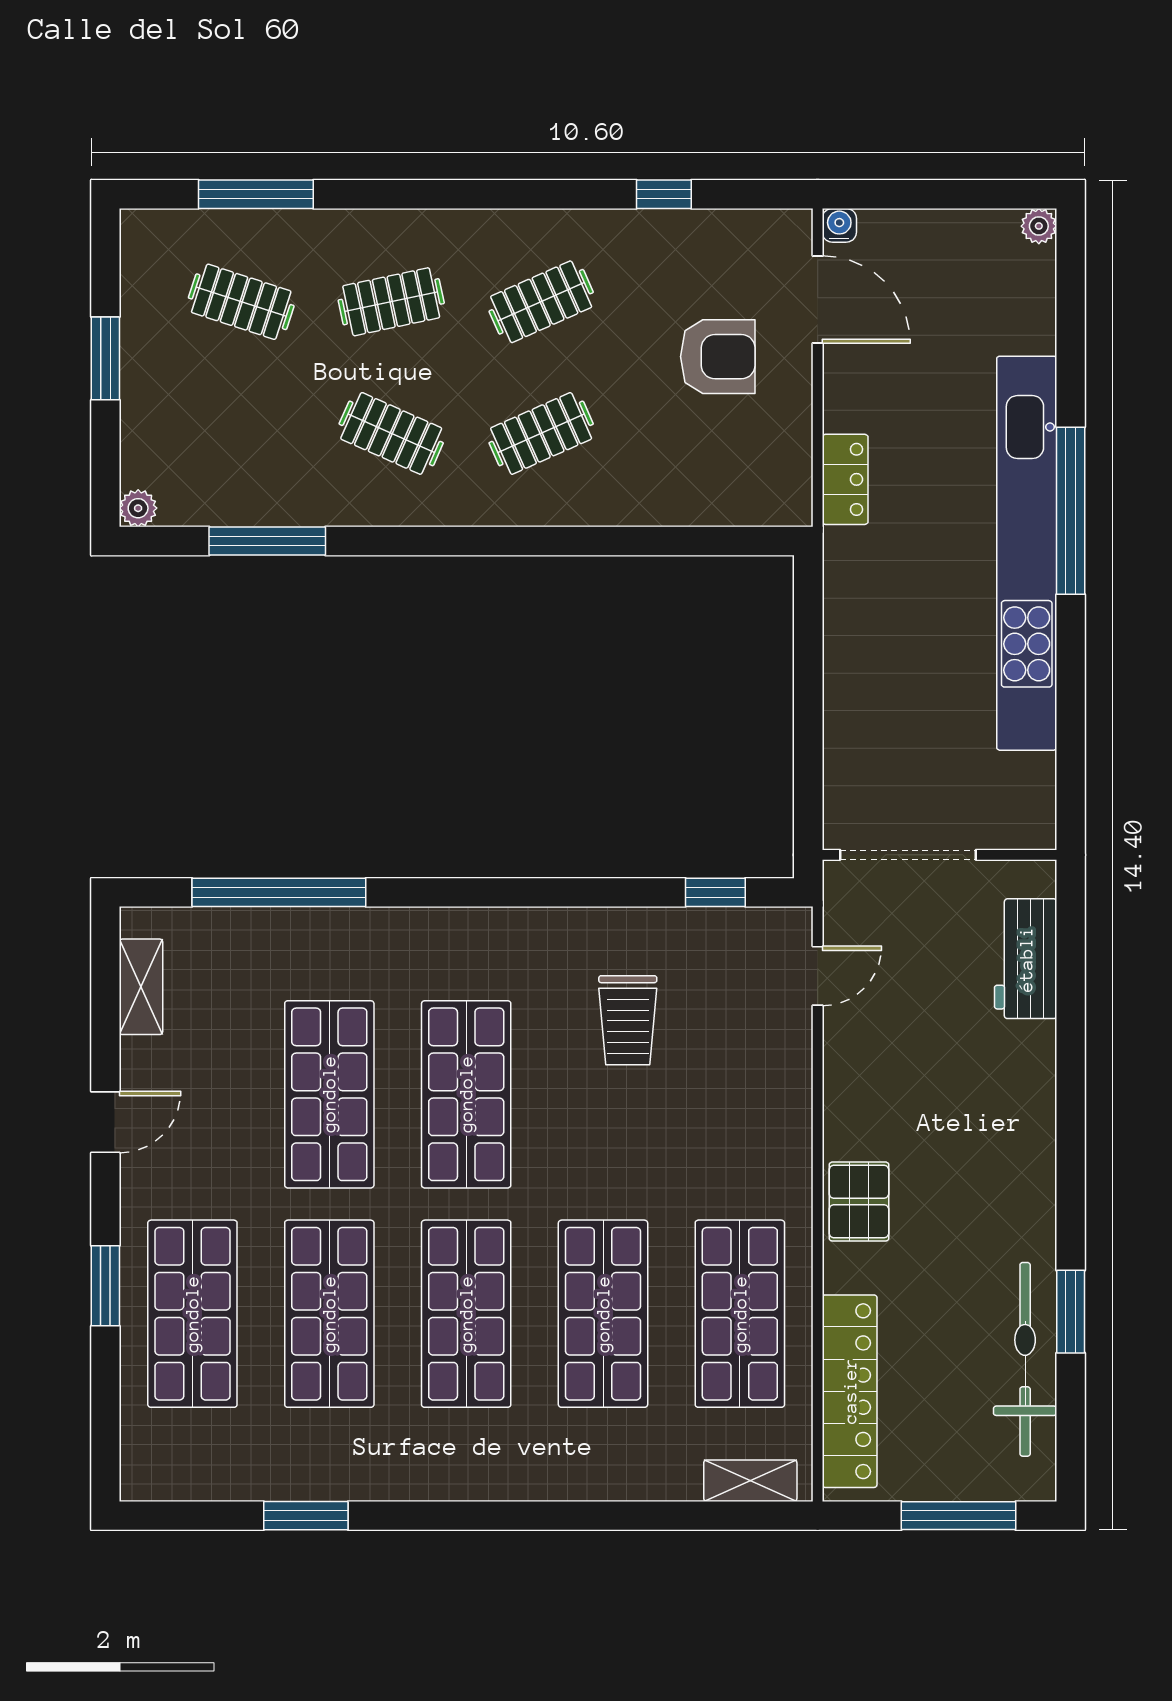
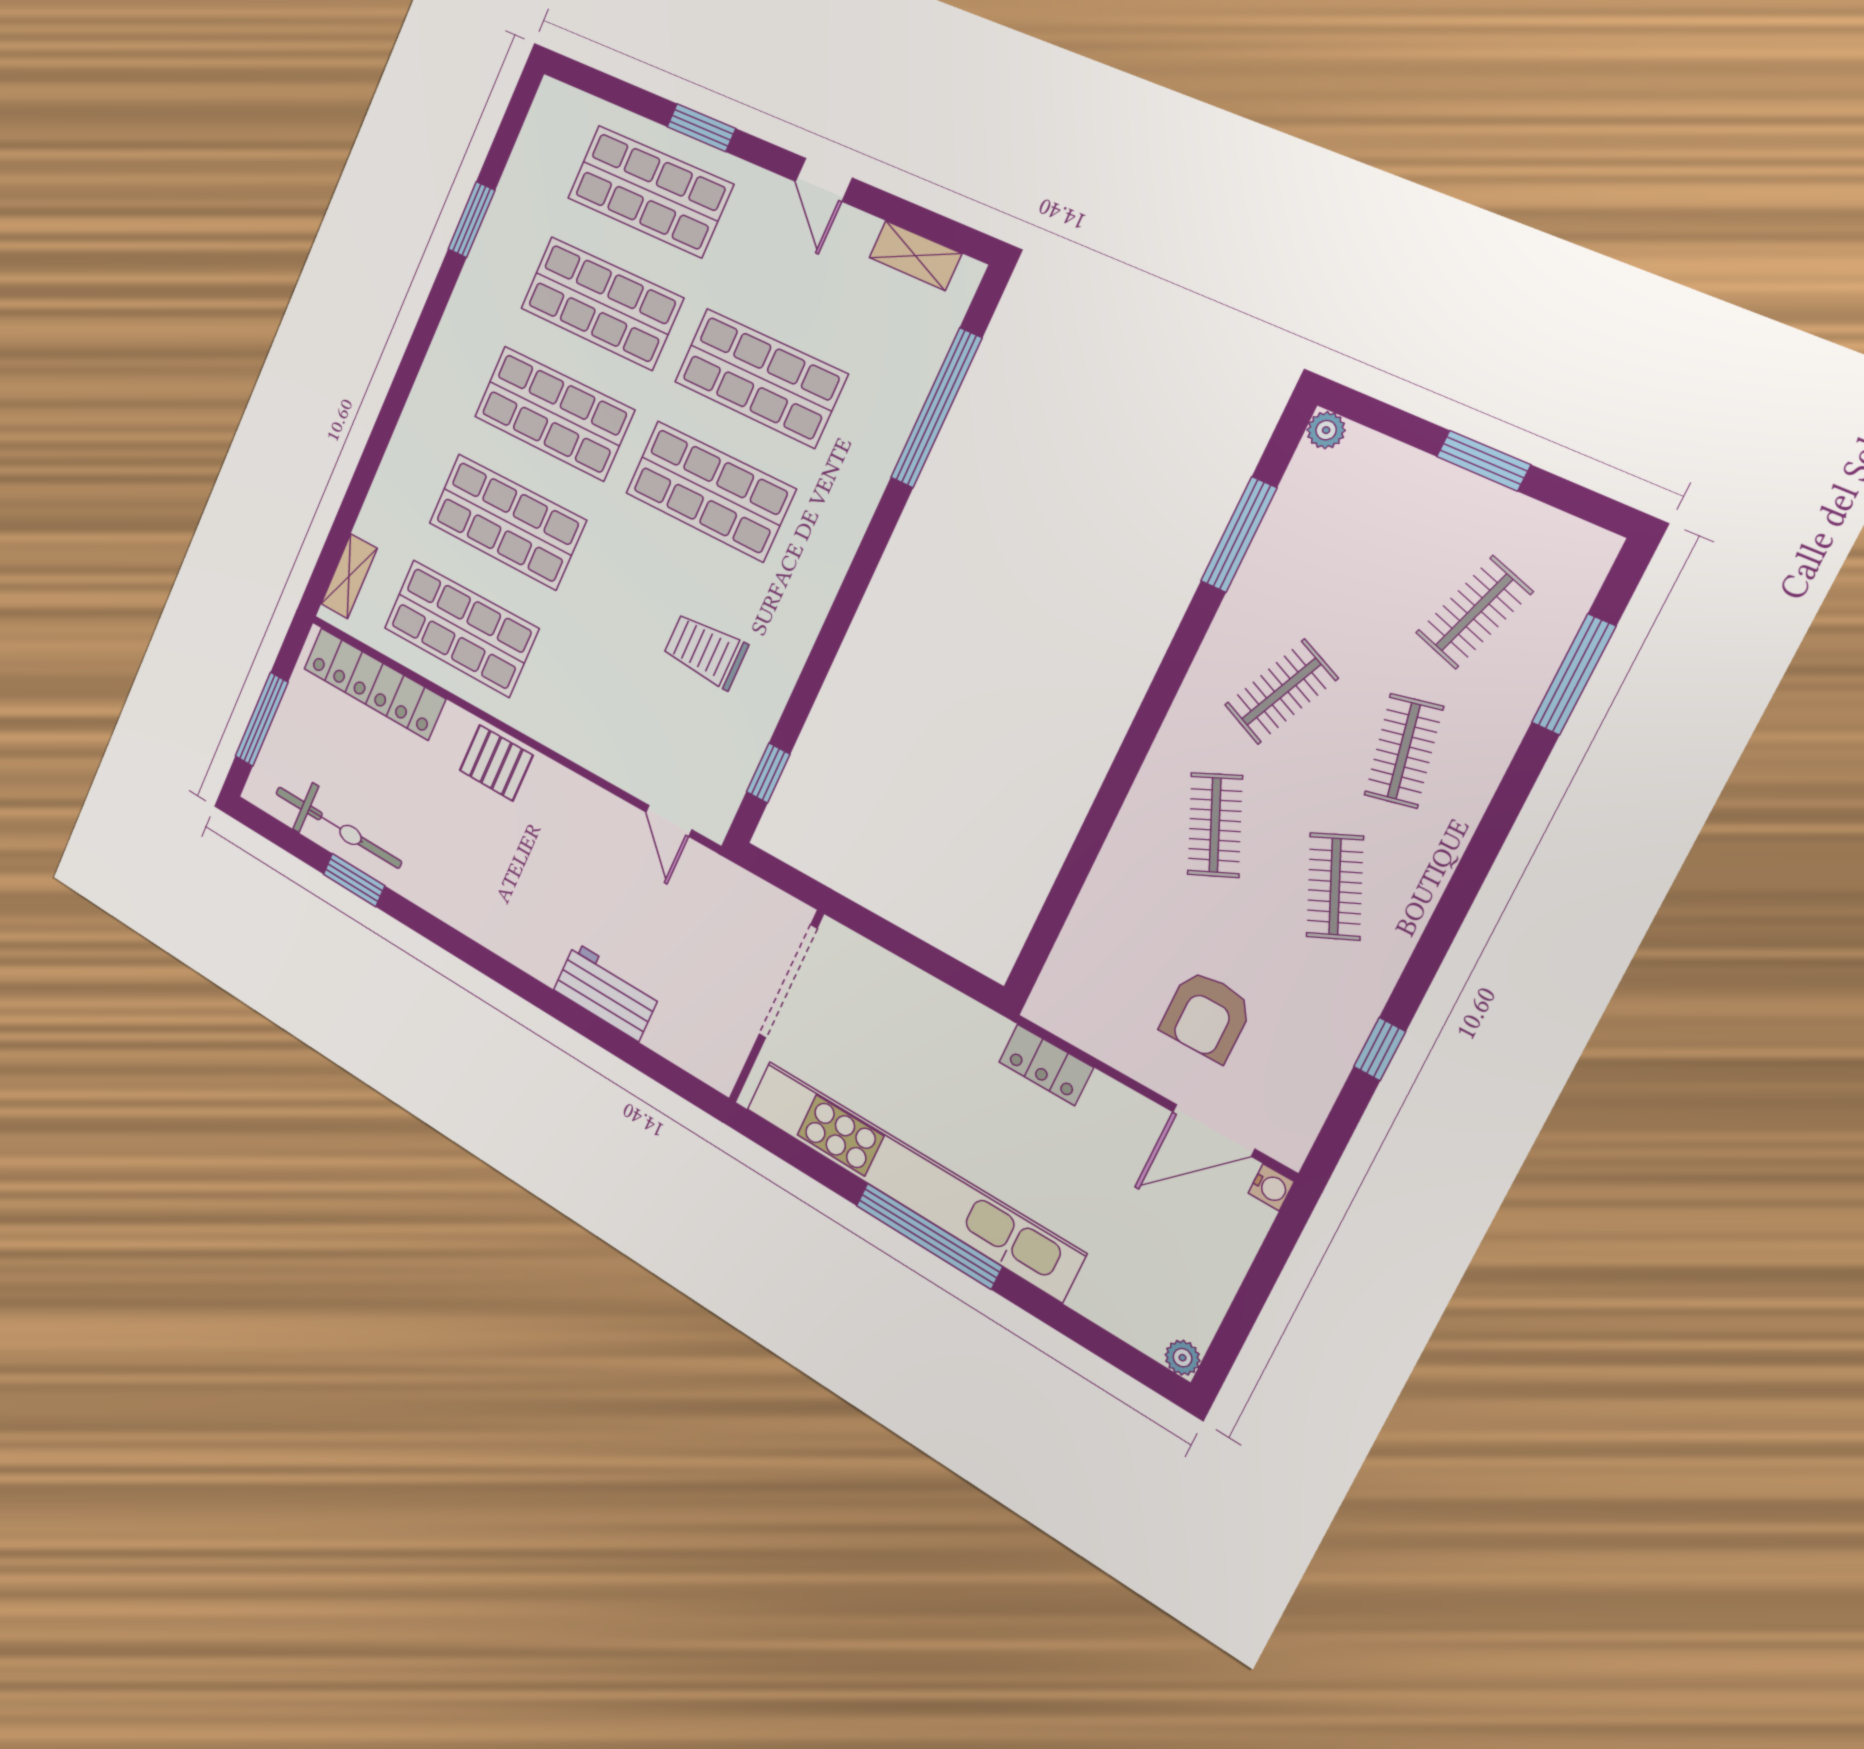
doorway: (908, 855) -> (788, 981), moved
wall: (939, 855) -> (776, 1007), moved

